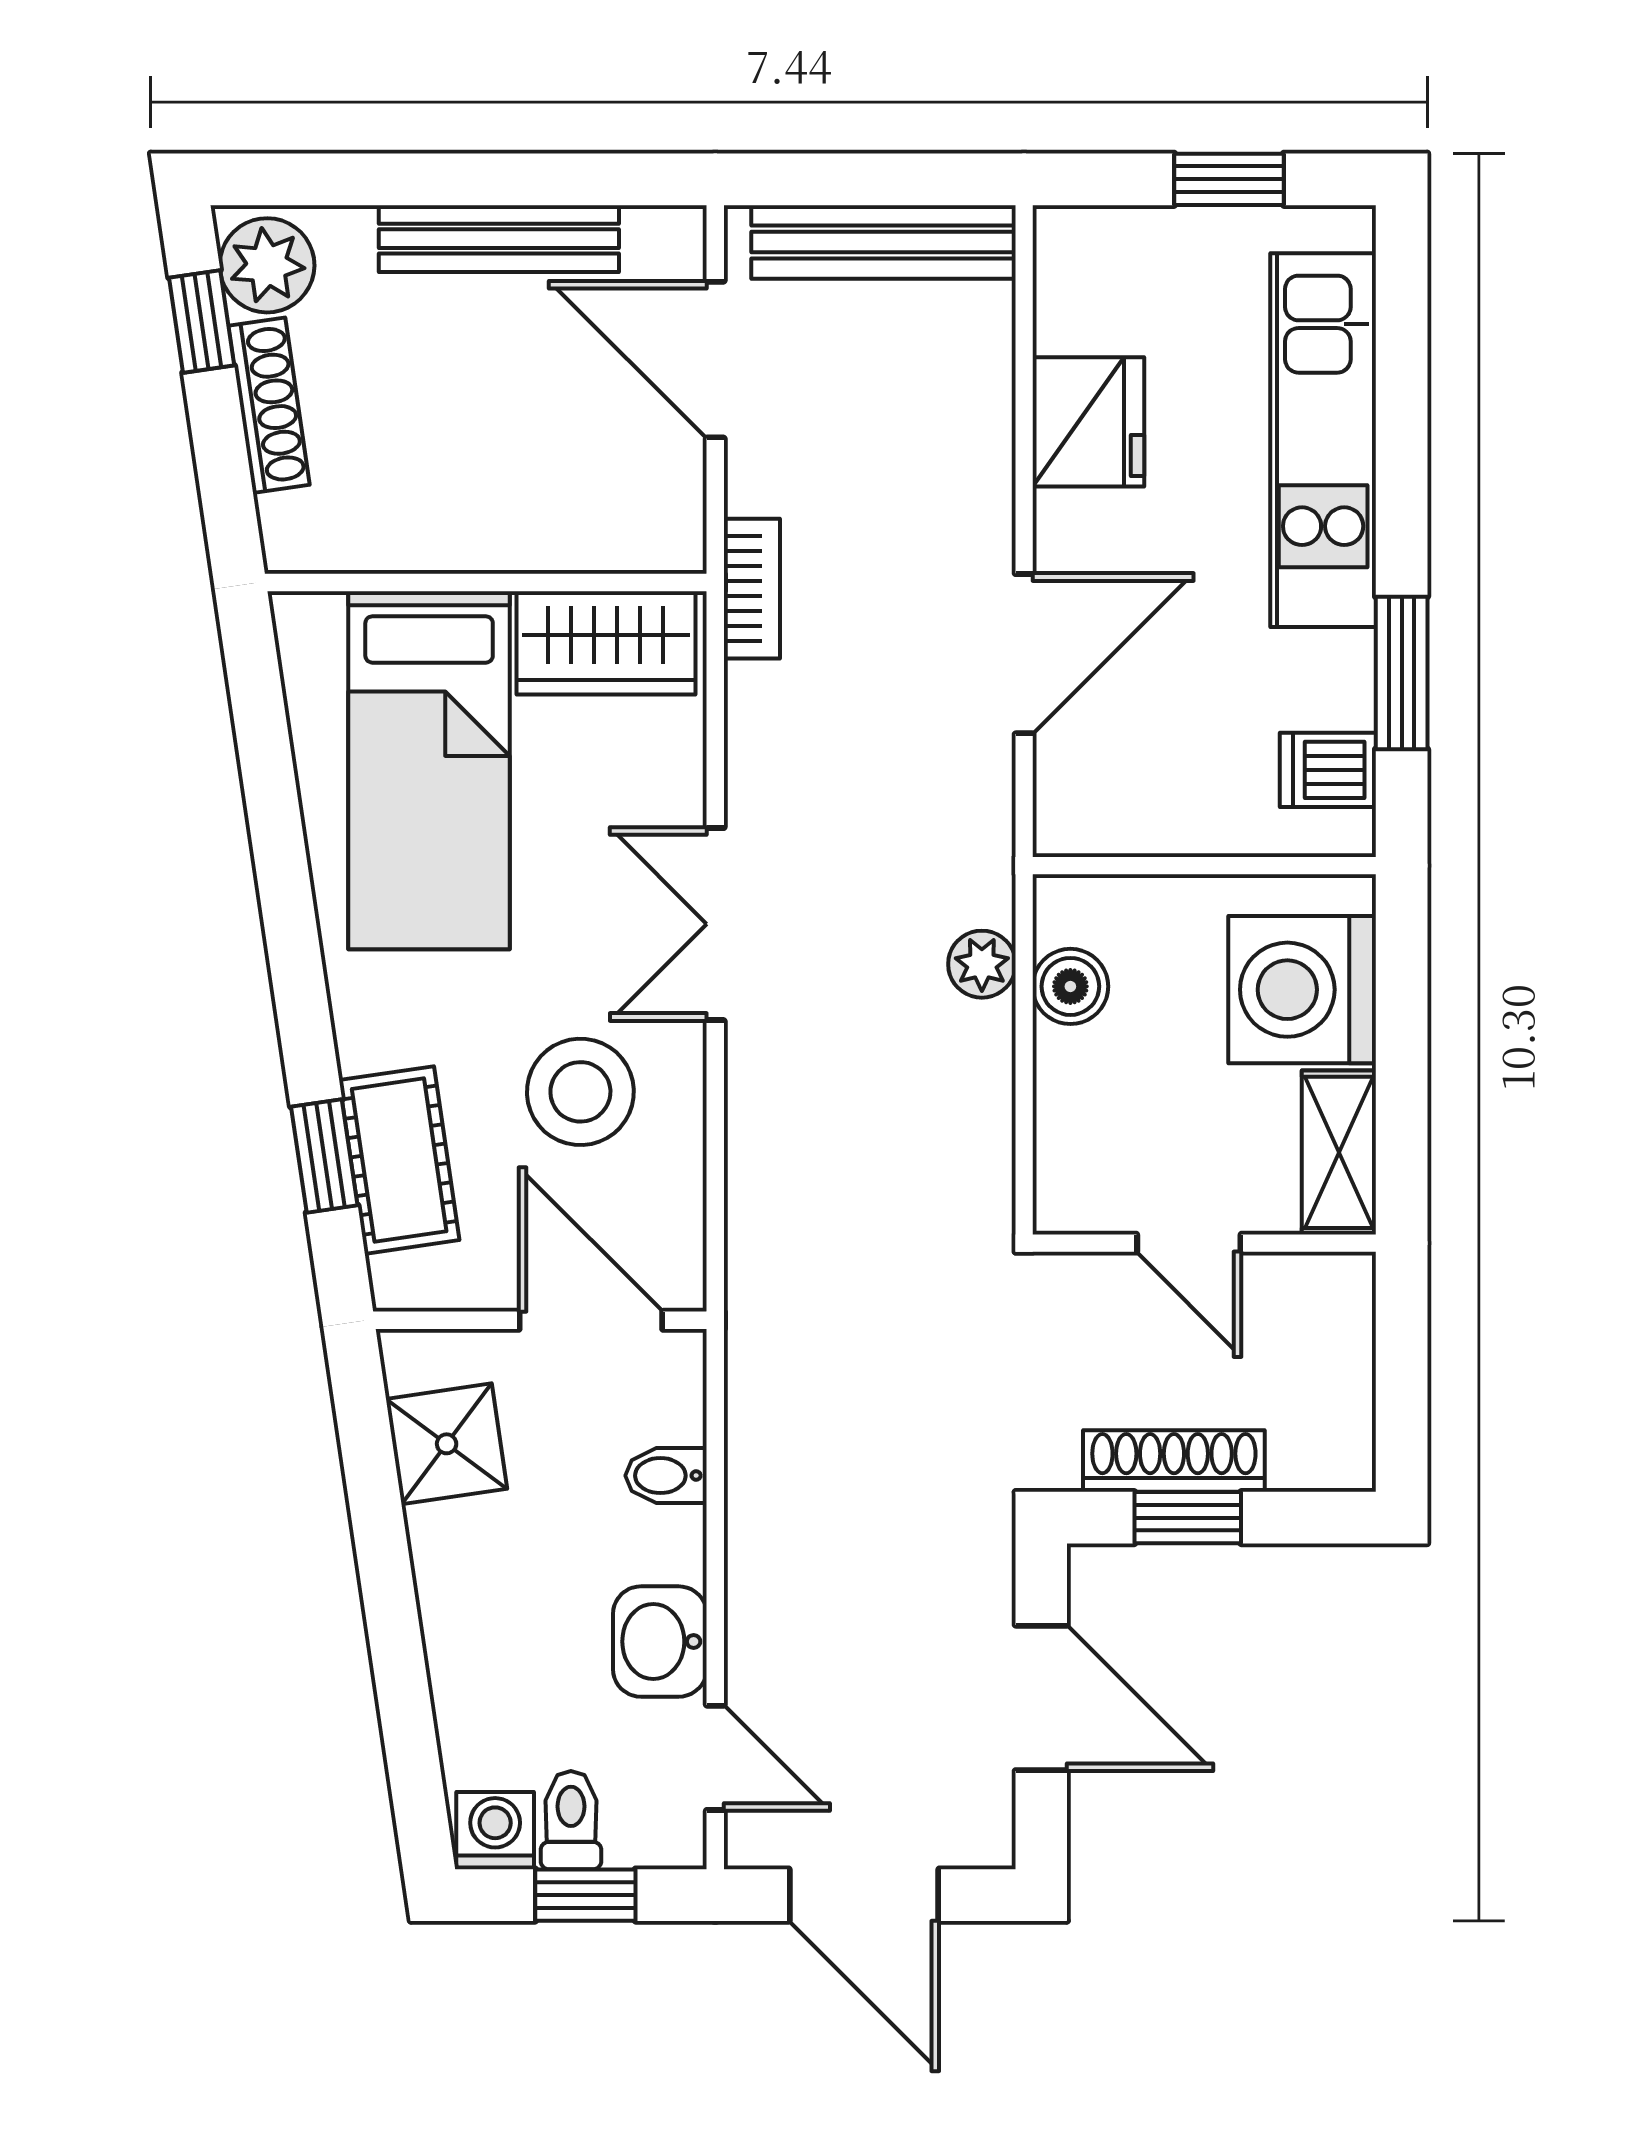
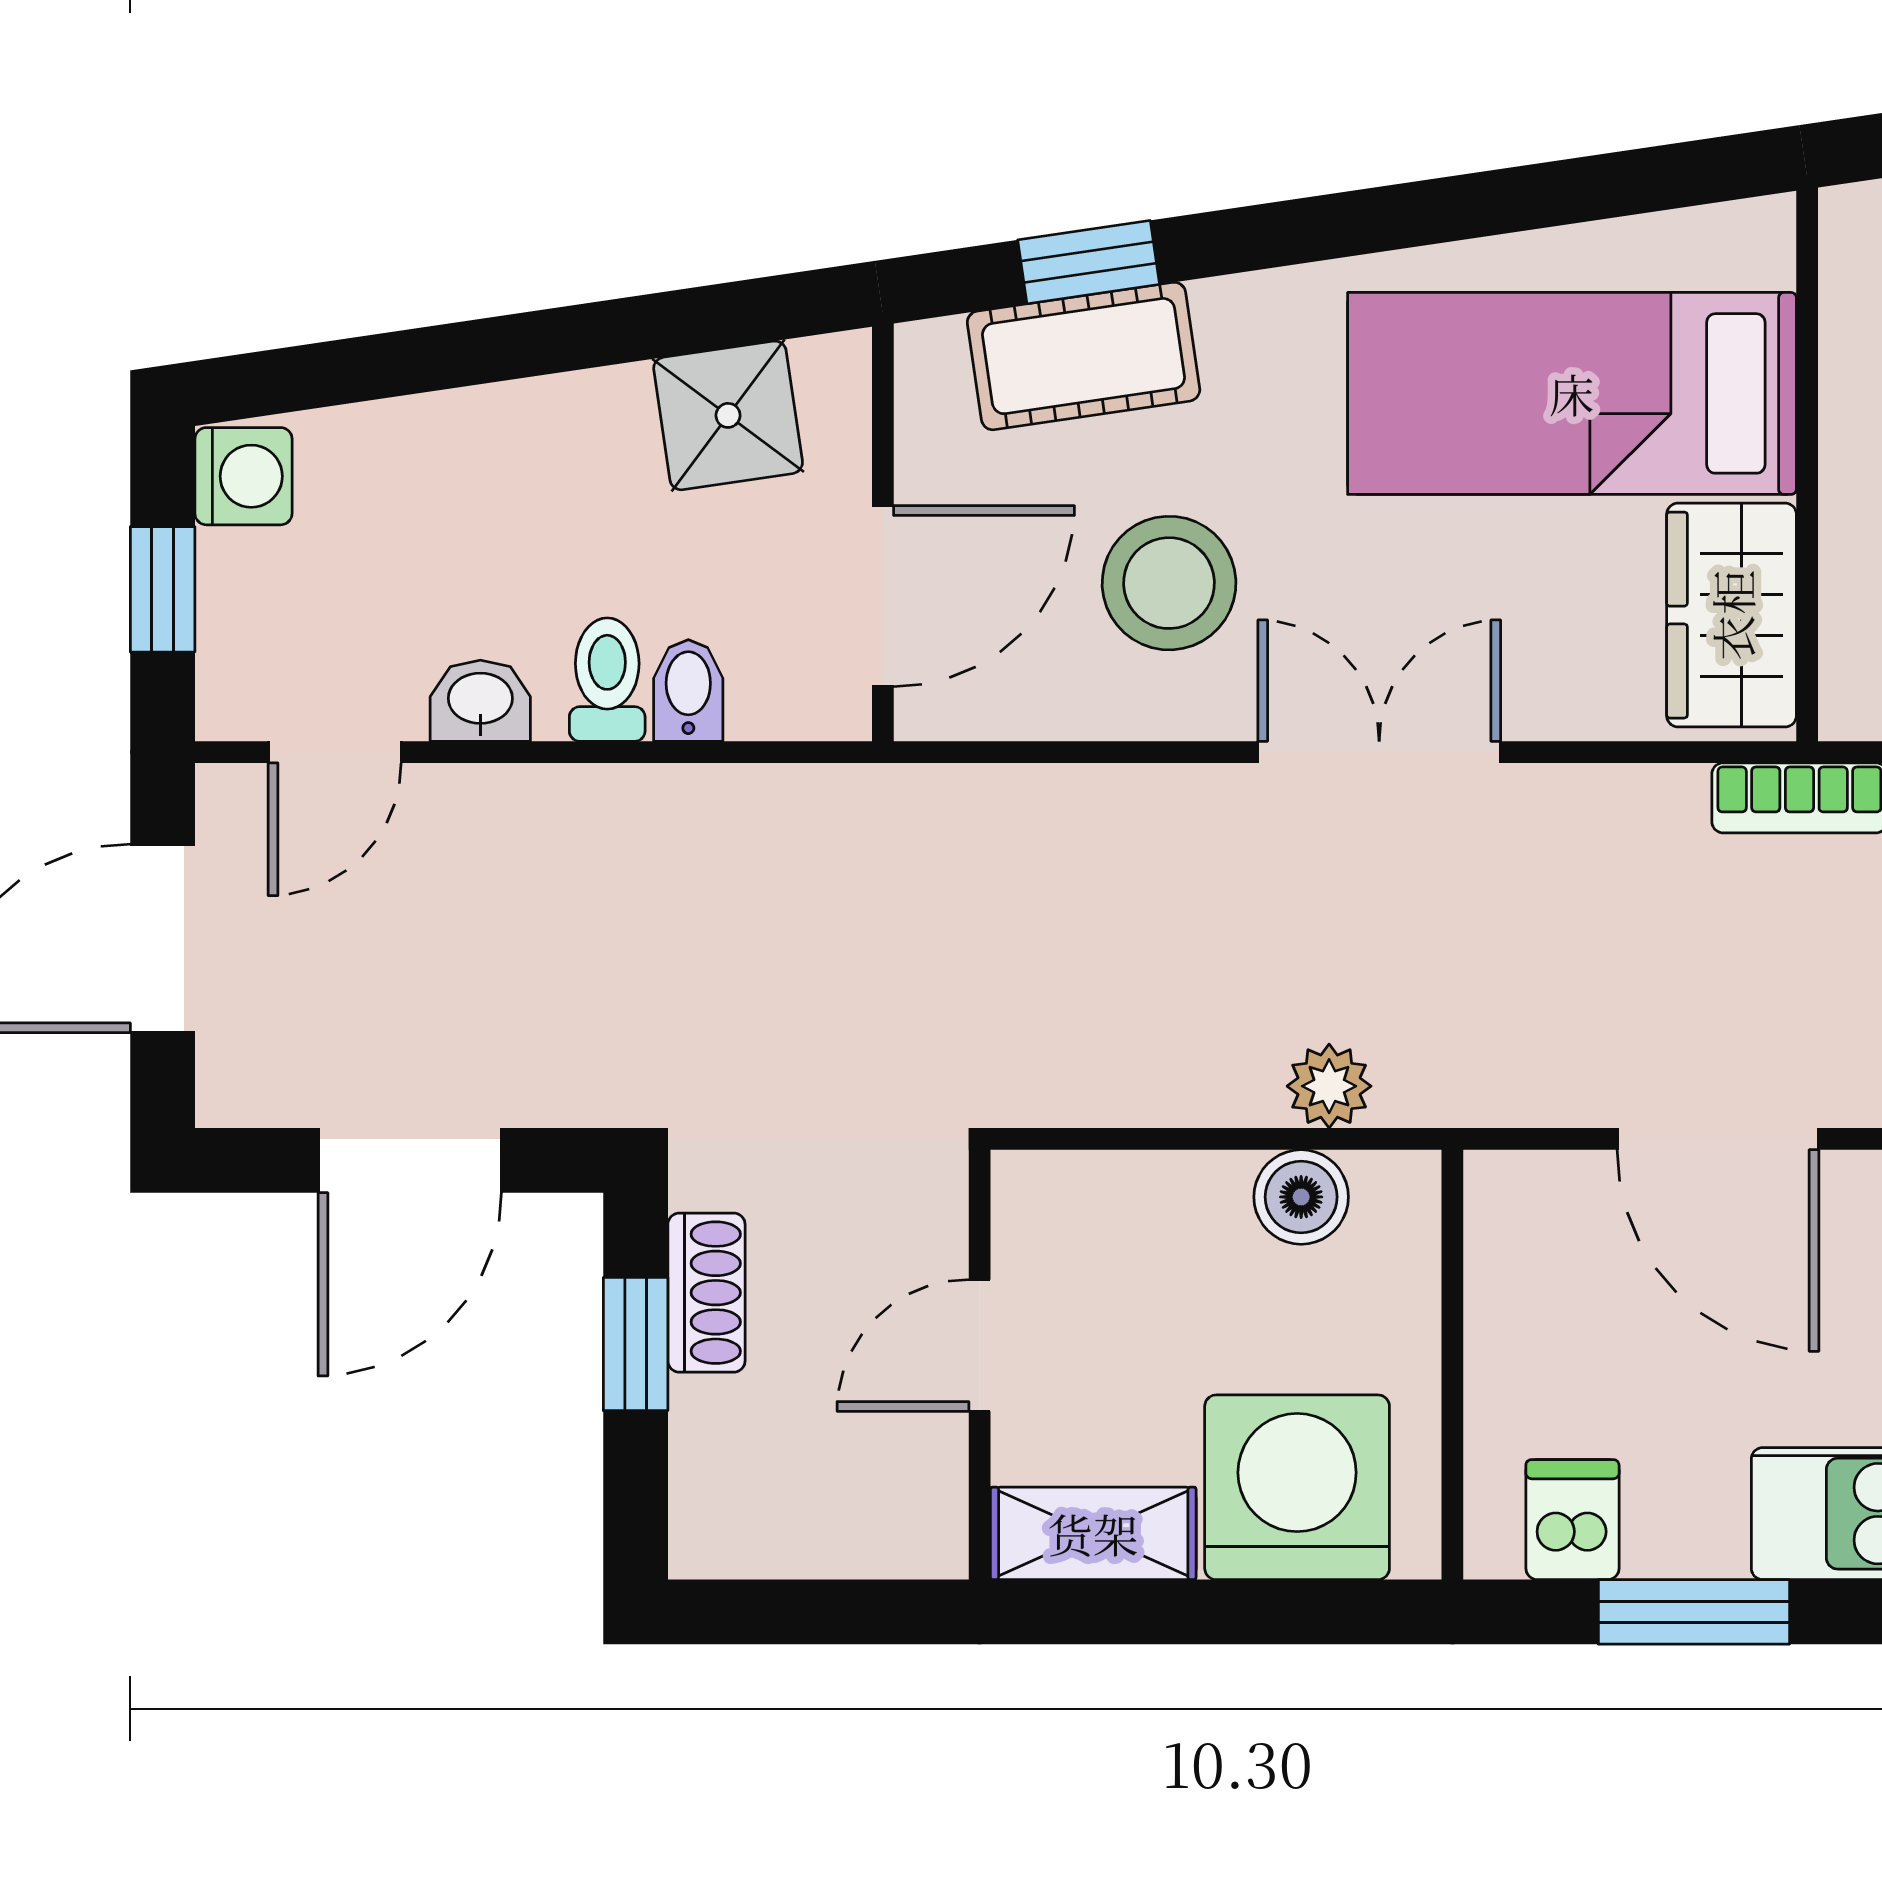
shoe rack: (1174, 1461) -> (706, 1293), width x0.70
washbasin: (660, 1642) -> (480, 701), width x0.72, depth x0.69
toilet: (571, 1820) -> (607, 680), moved, turned -90

